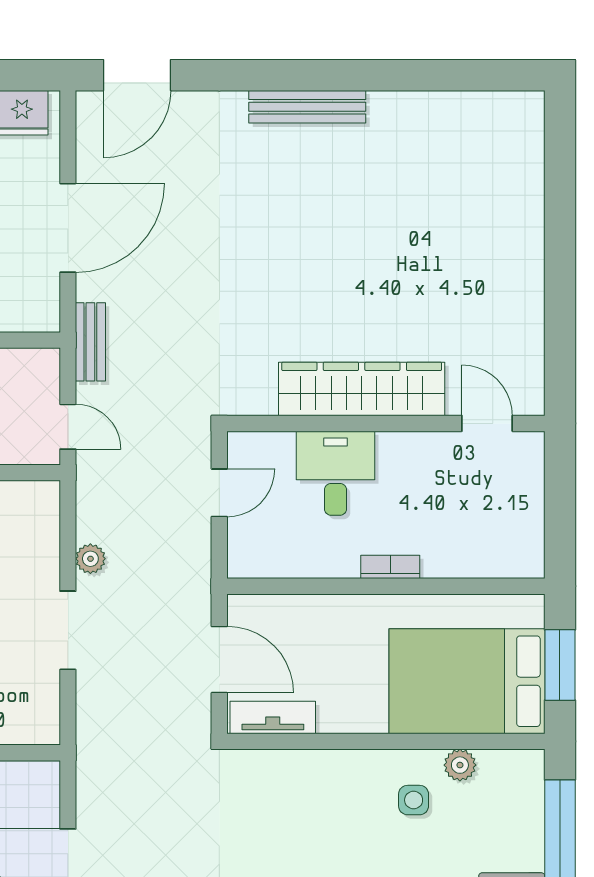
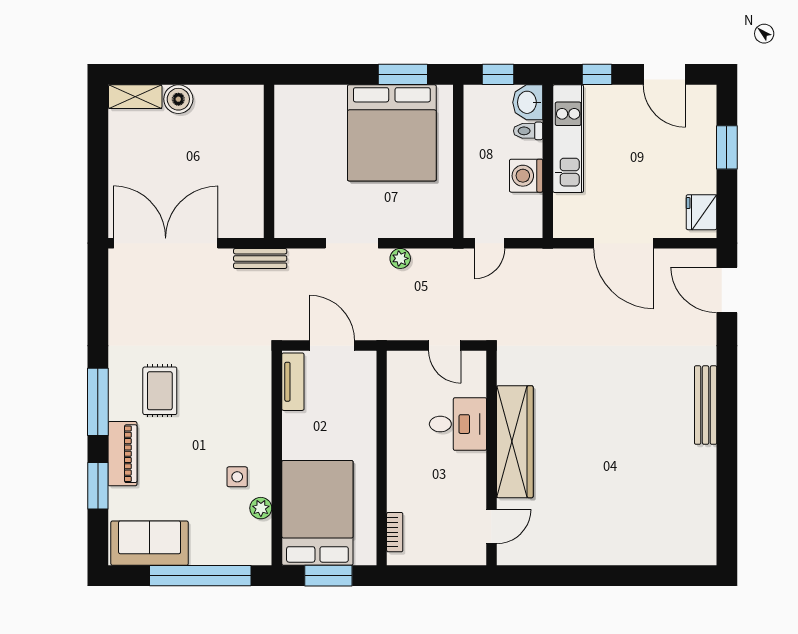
bench: (90, 342) -> (260, 258), moved
bookcase: (390, 567) -> (395, 532), moved
door: (219, 660) -> (332, 346), swing flipped

